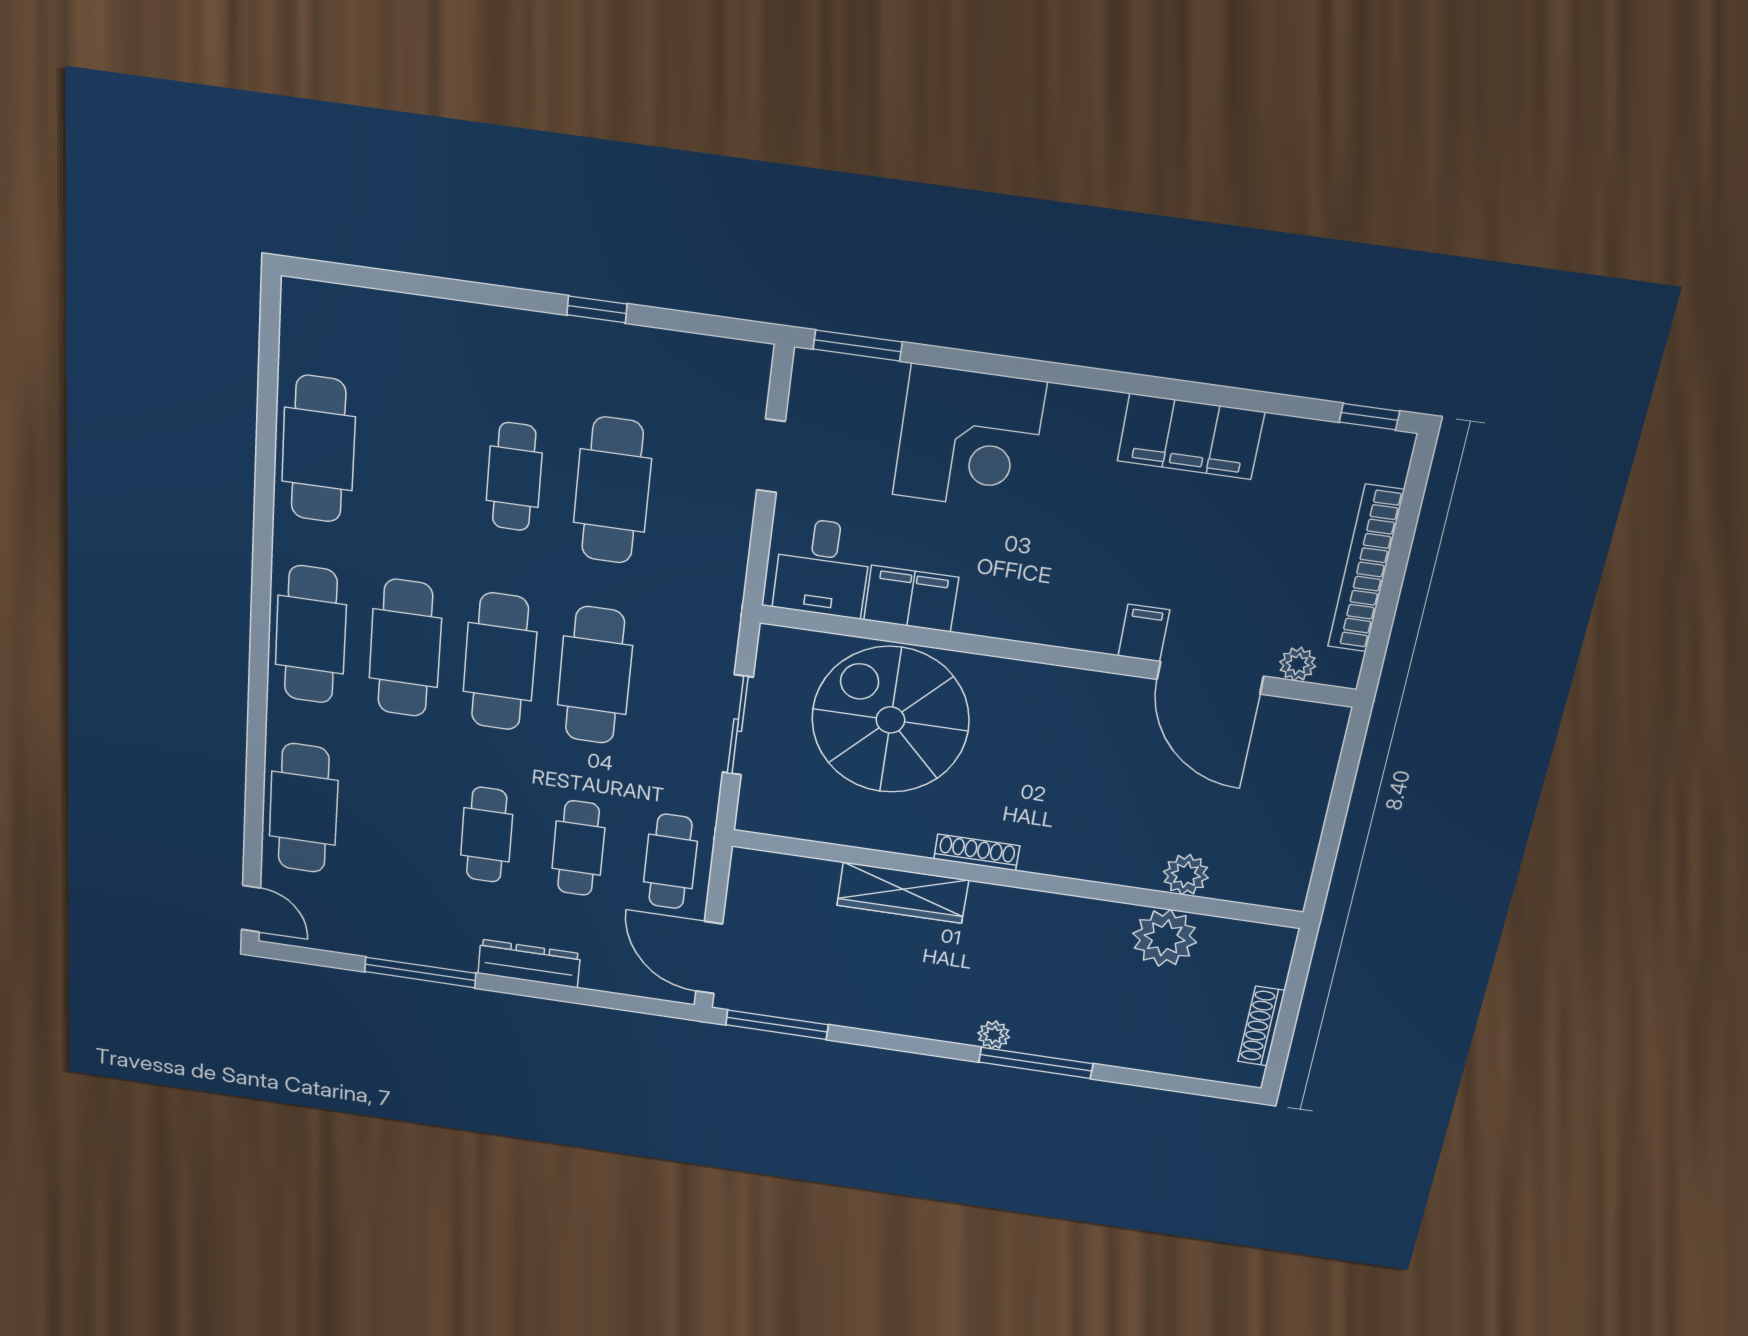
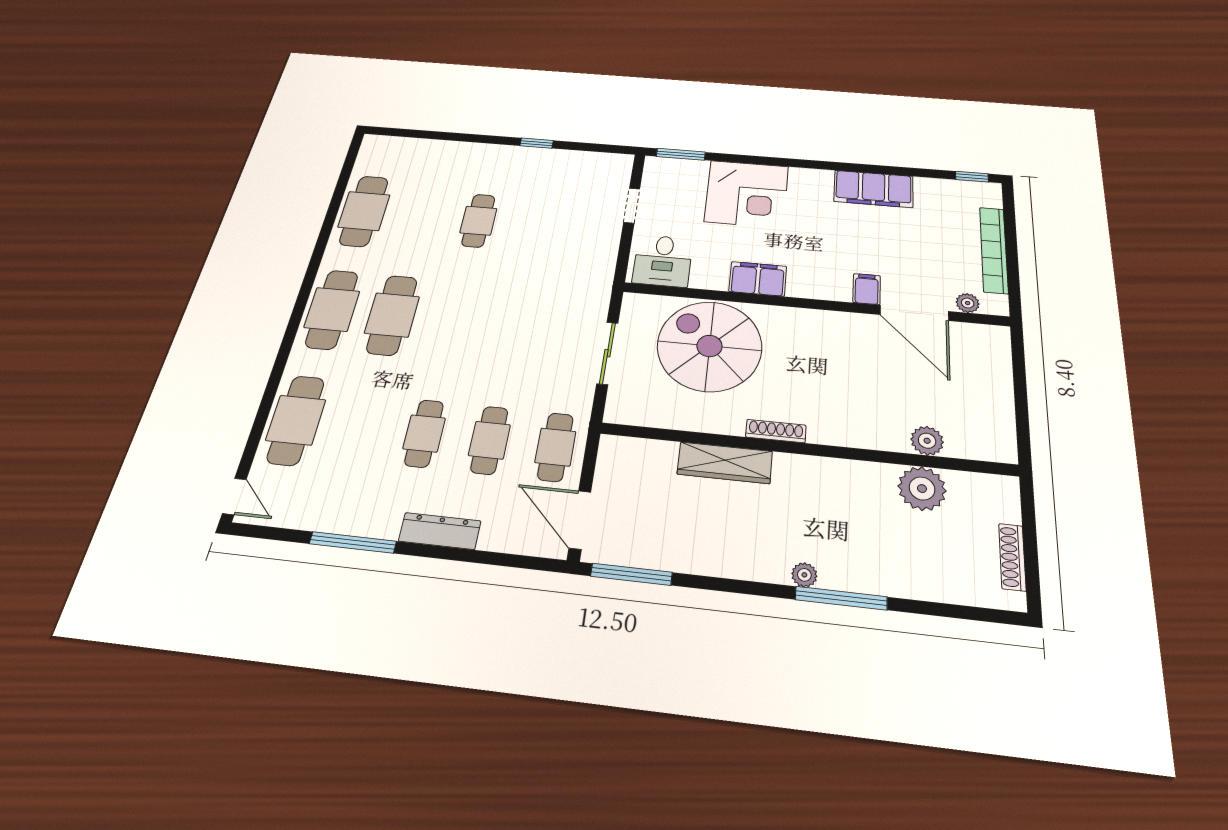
cafe table: (612, 491) -> (537, 226), removed
filing cabinet: (911, 599) -> (758, 279), moved
cafe table: (500, 662) -> (453, 321), removed
cafe table: (595, 675) -> (514, 326), removed

